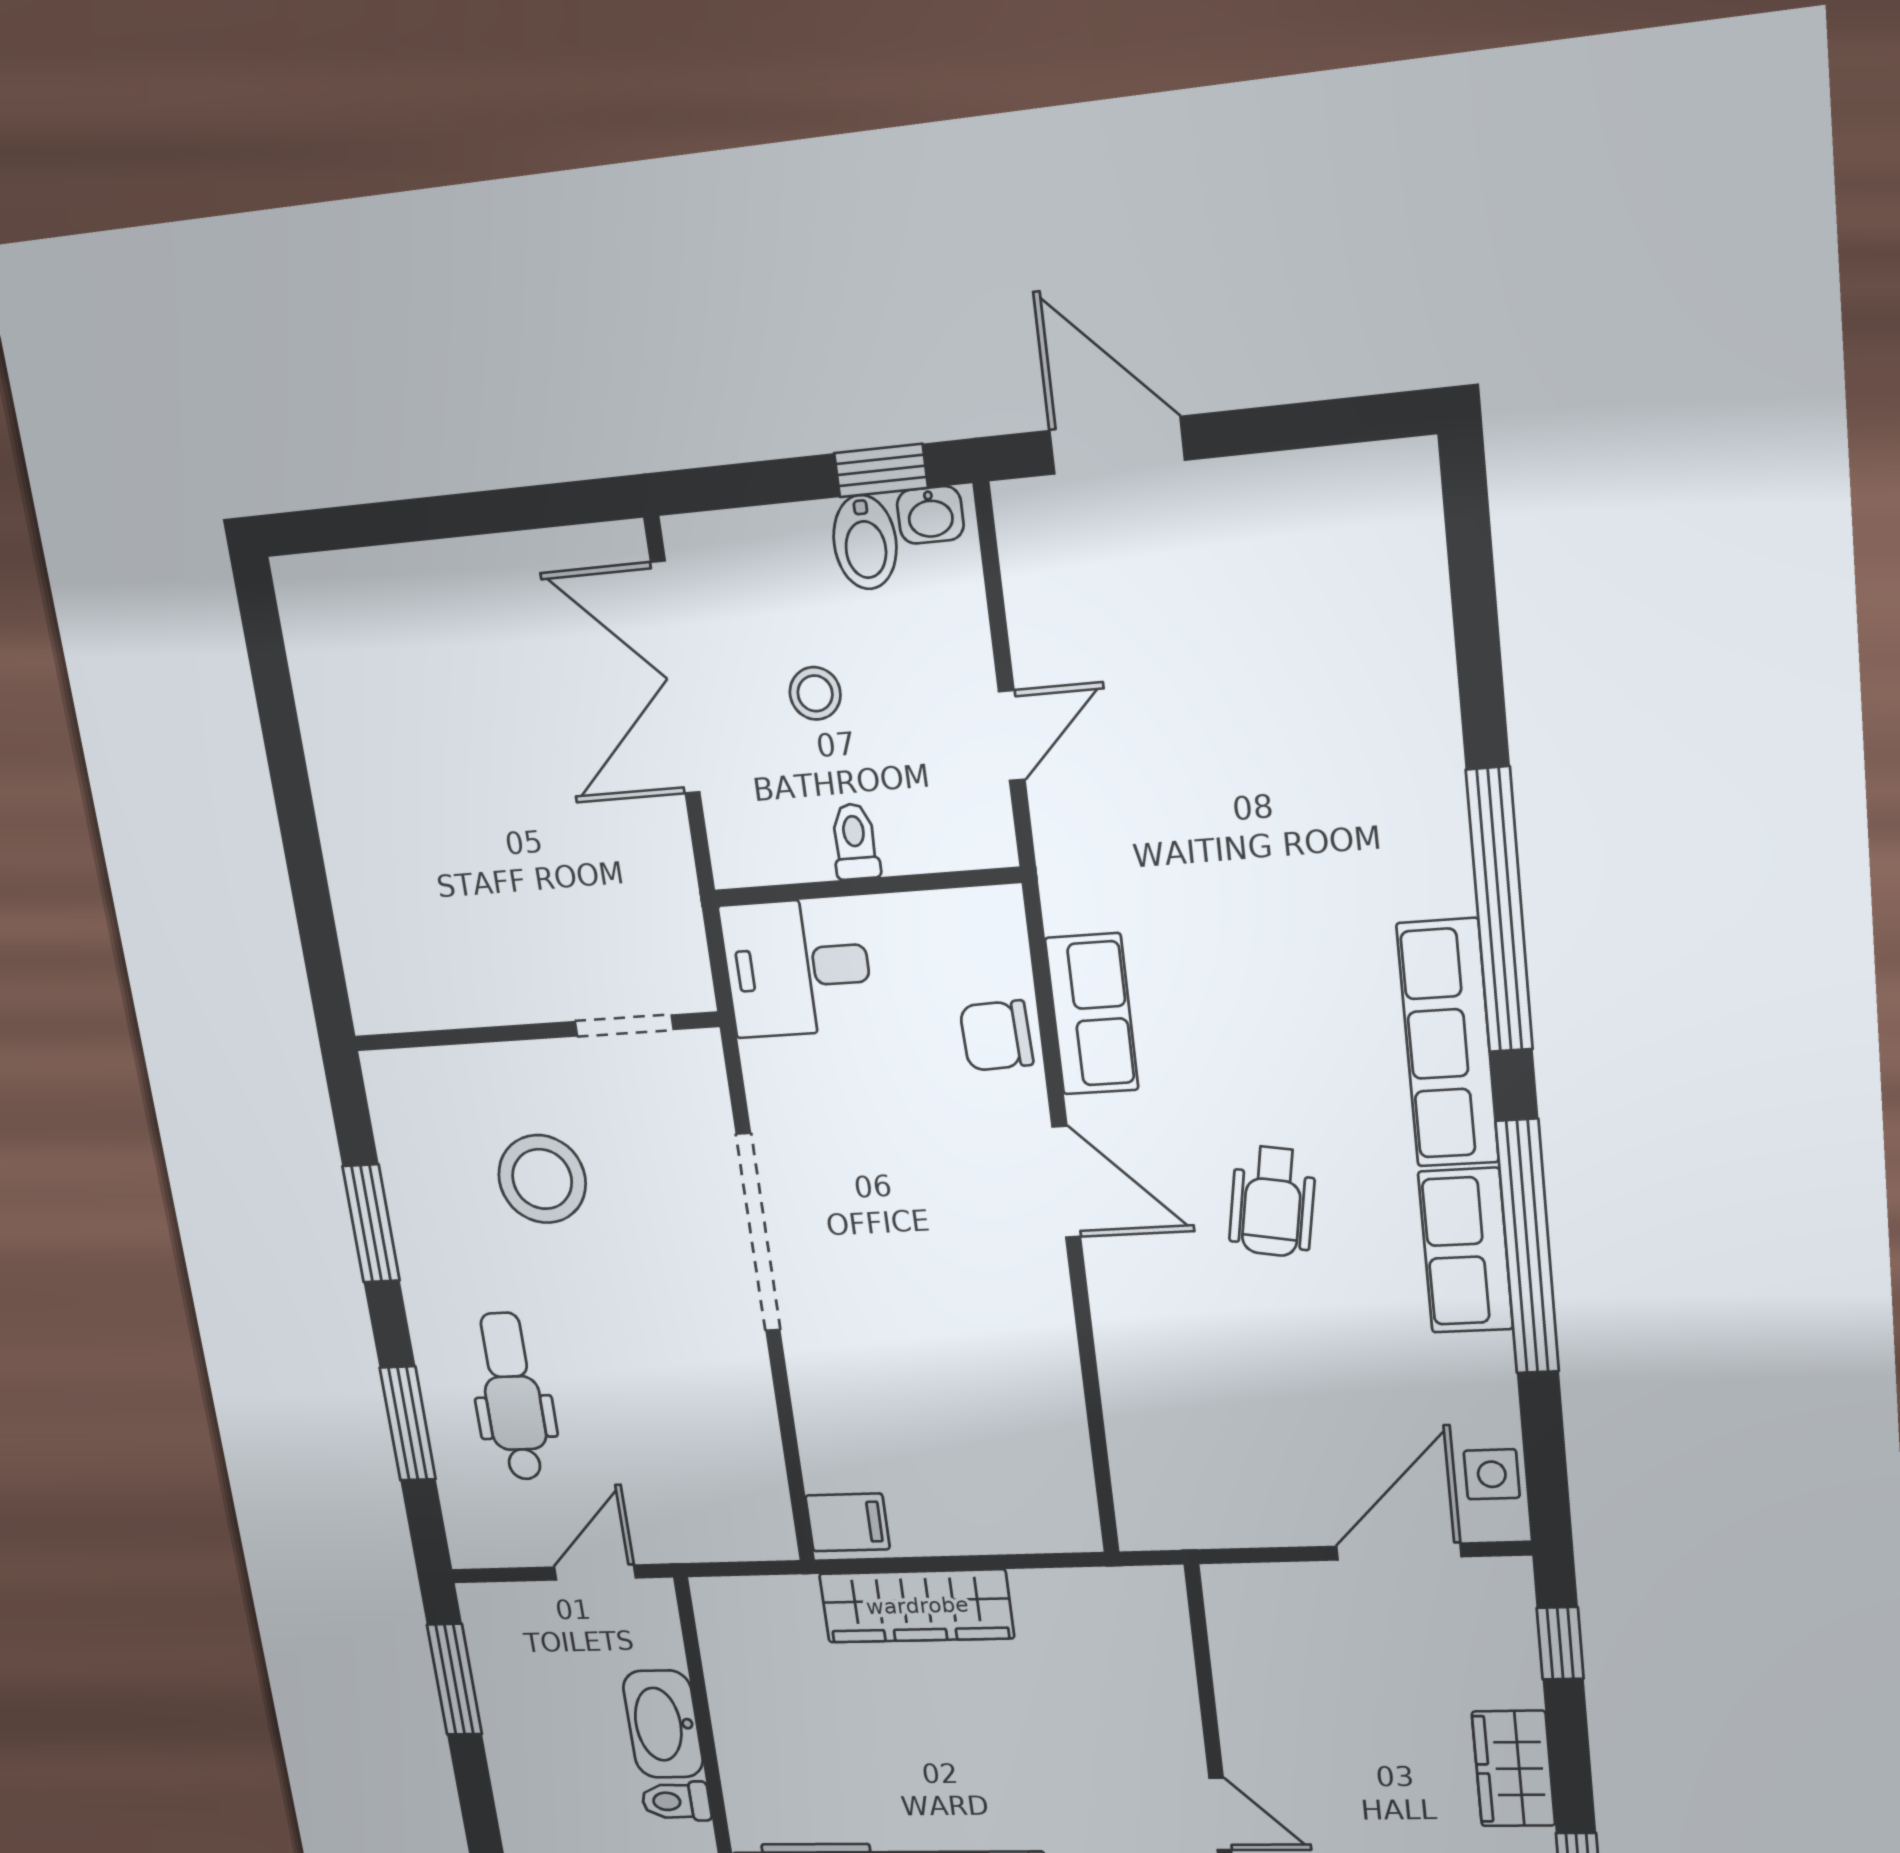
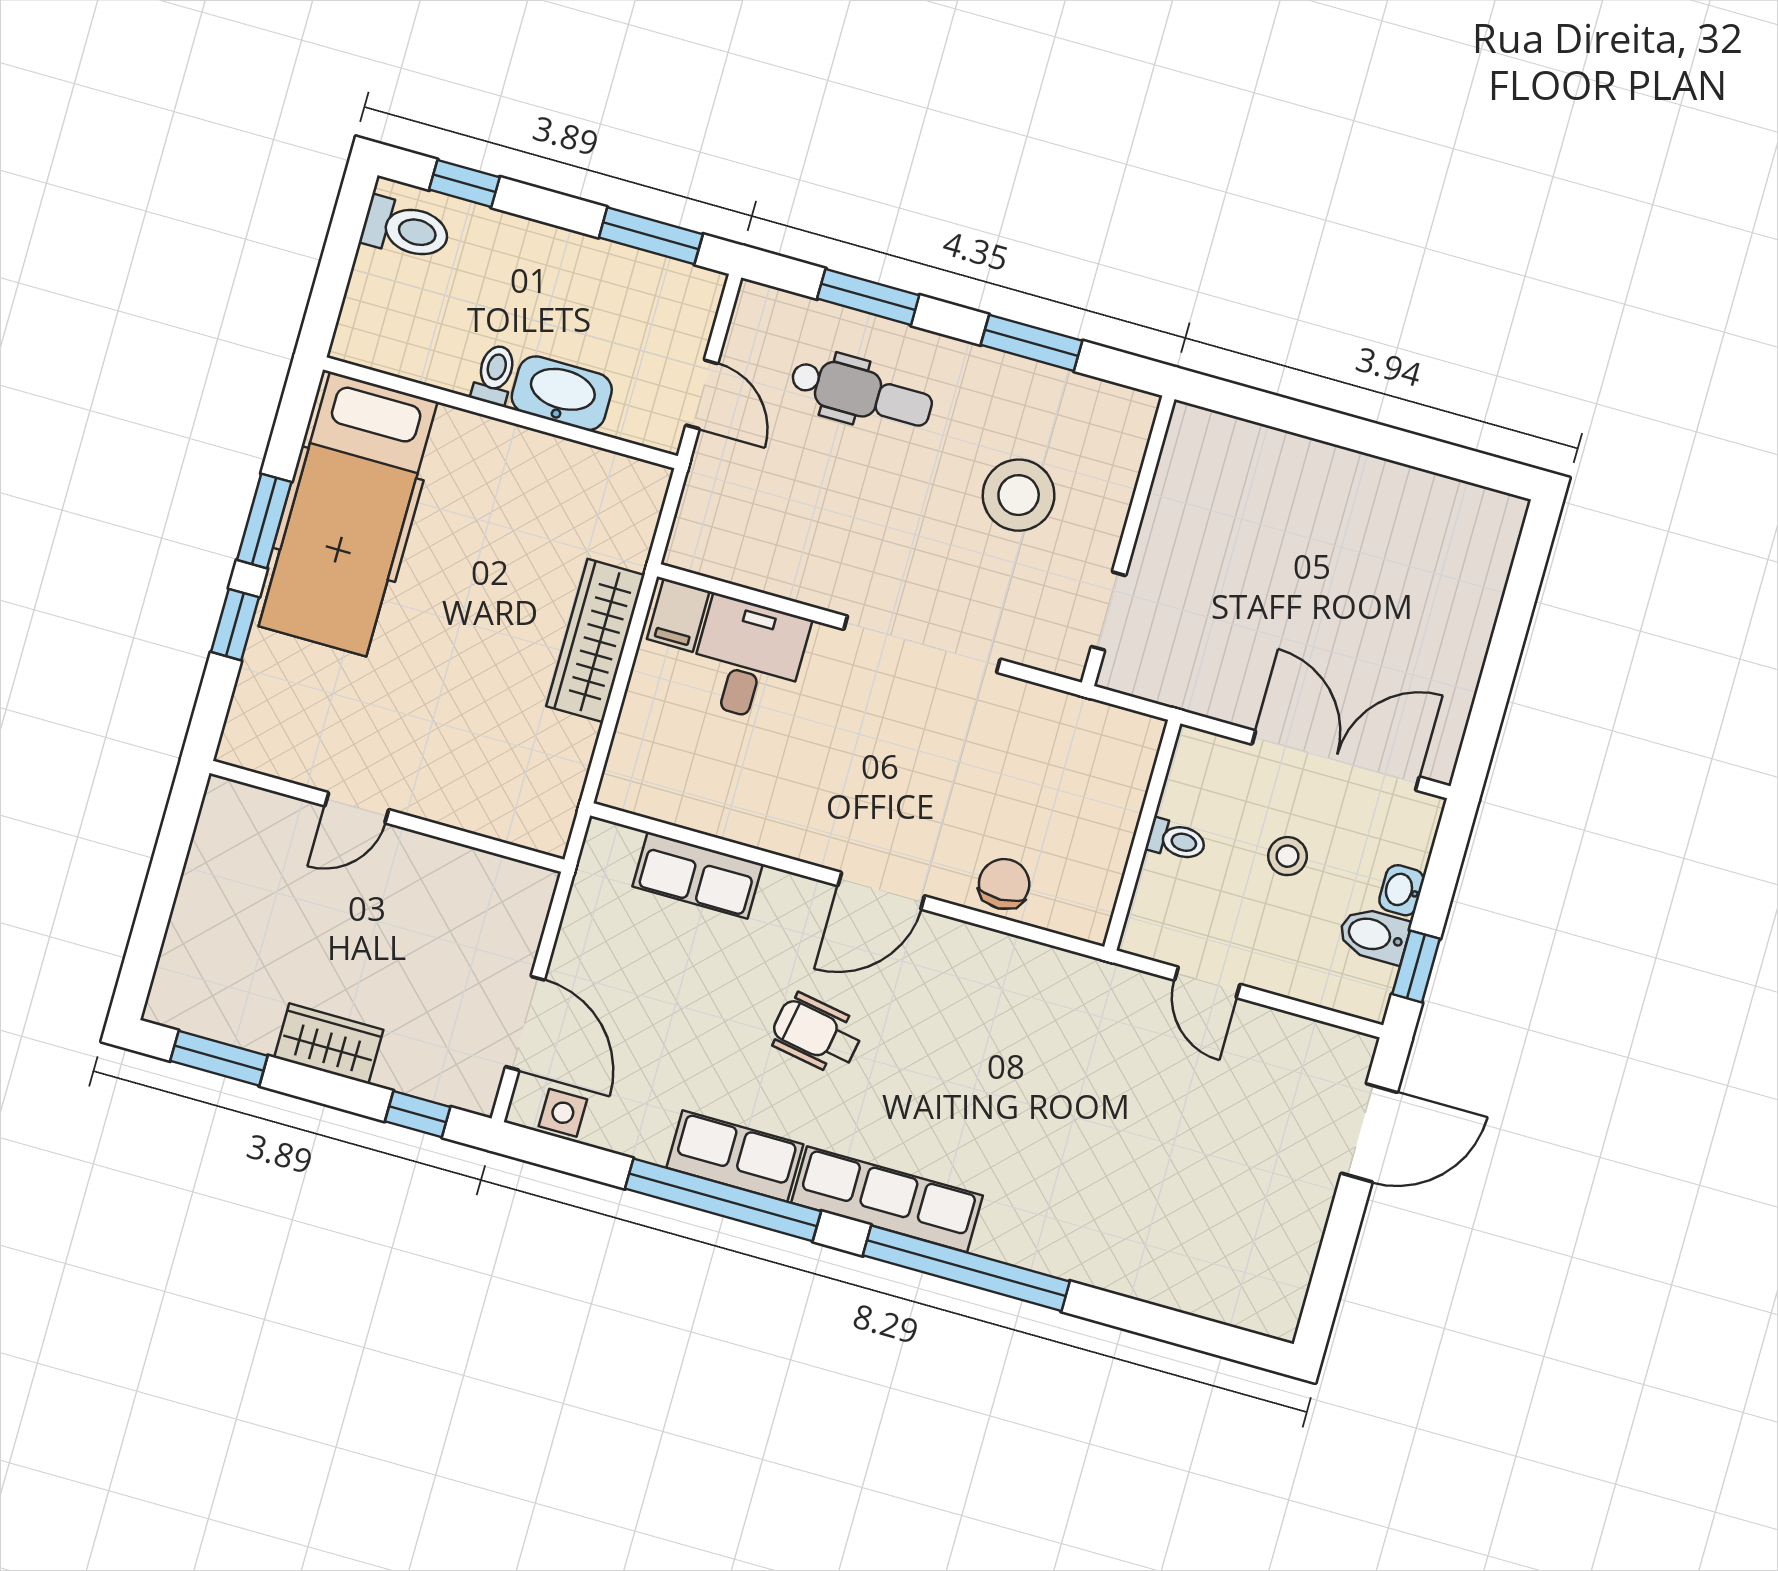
washbasin: (930, 515) -> (1402, 890), moved
desk: (797, 968) -> (748, 659), moved
row of seats: (1092, 1014) -> (698, 875), moved

